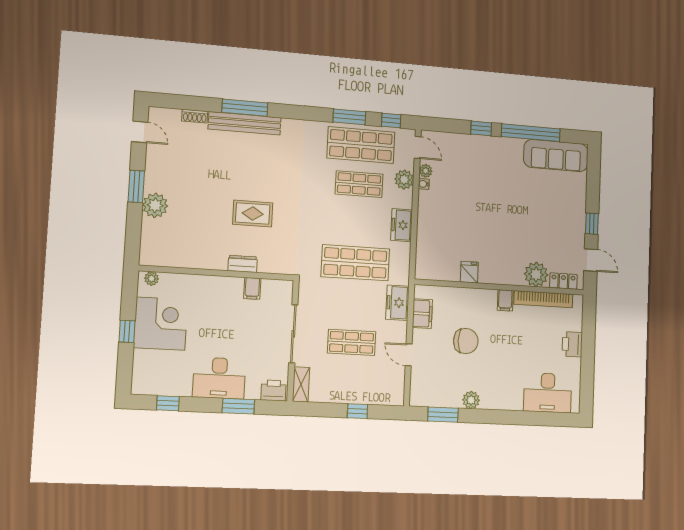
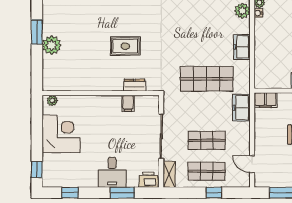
shop shelf: (359, 184) -> (207, 171), moved
dresser: (243, 264) -> (134, 85), moved
filing cabinet: (422, 314) -> (265, 100), moved, turned 90
window: (127, 331) -> (37, 170), moved
door: (409, 355) -> (252, 164), moved
desk: (219, 378) -> (112, 172), width x0.73

